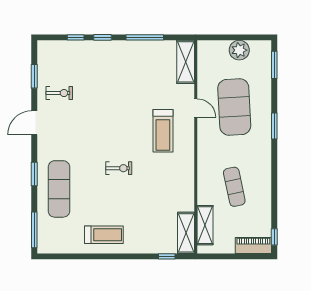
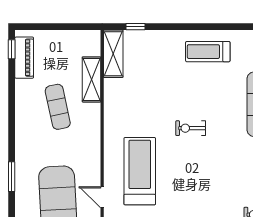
treadmill: (163, 131) -> (140, 171), width x1.37, depth x1.38
shelving: (205, 225) -> (91, 79), moved
piano: (253, 246) -> (24, 58), moved, turned -90

